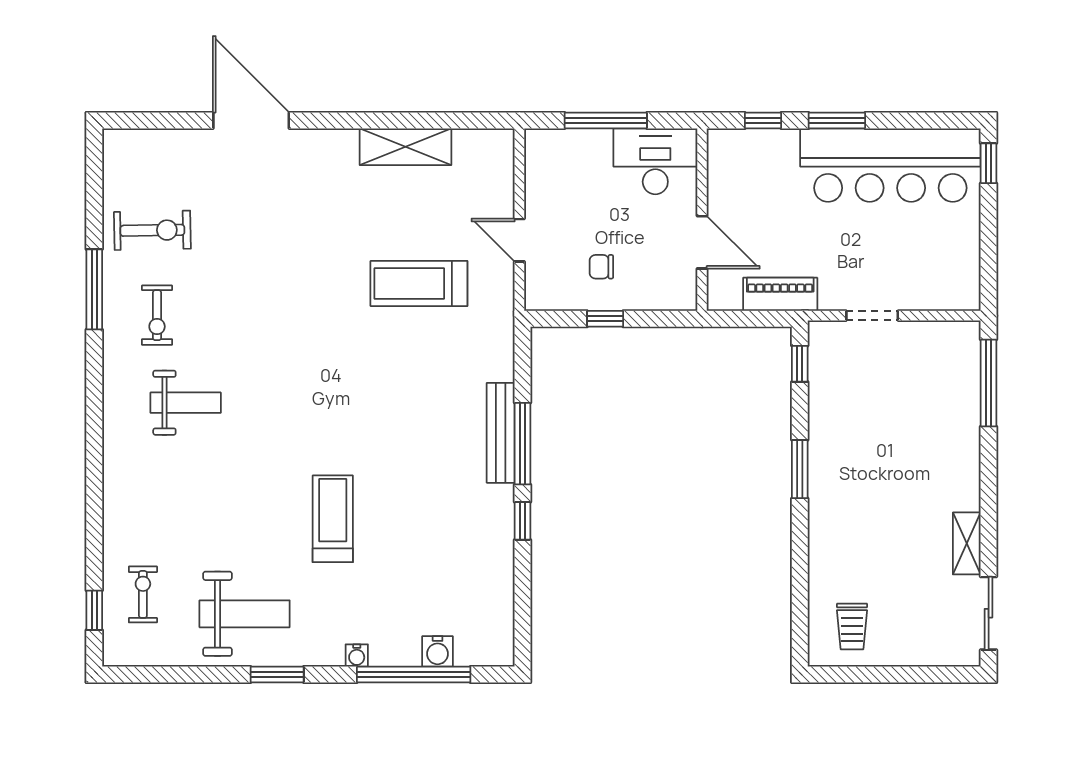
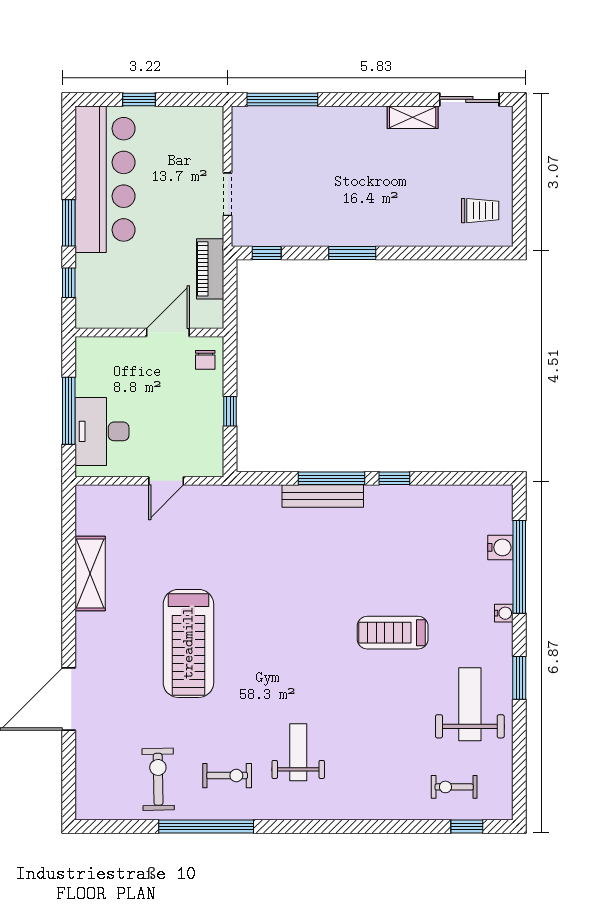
desk: (655, 161) -> (102, 431), moved
window: (989, 163) -> (139, 99), moved
chair: (601, 267) -> (205, 360), moved
treadmill: (419, 283) -> (188, 643), moved, width x1.37, depth x1.38
window: (94, 289) -> (206, 826), width x1.46

